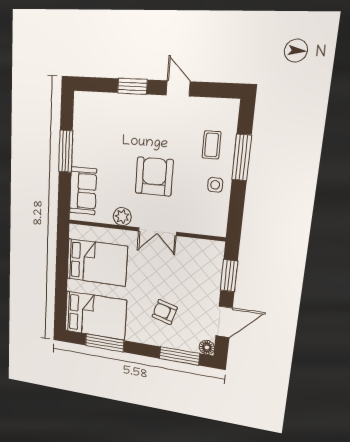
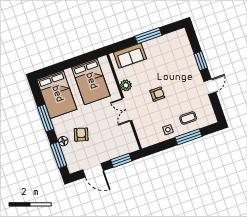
armchair: (154, 176) -> (157, 94), width x0.53, depth x0.53
window: (105, 343) -> (46, 118), moved
floor lamp: (207, 347) -> (63, 141), moved

